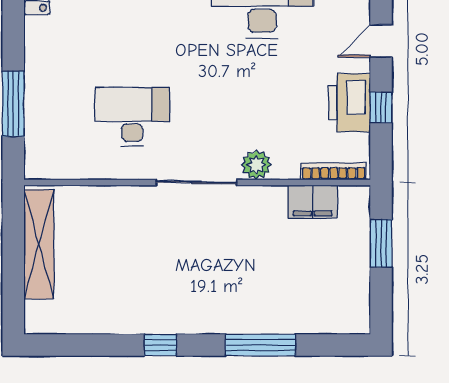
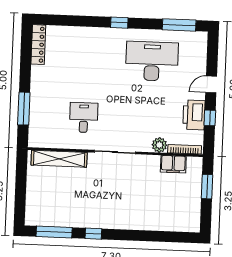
desk: (132, 117) -> (84, 118), width x0.73
plant: (256, 165) -> (159, 145), moved
shelving: (39, 244) -> (59, 159), moved, turned 90
window: (260, 345) -> (54, 232), moved

